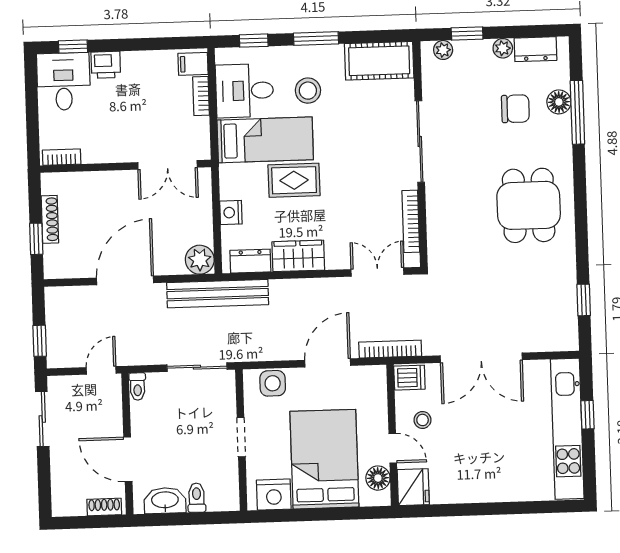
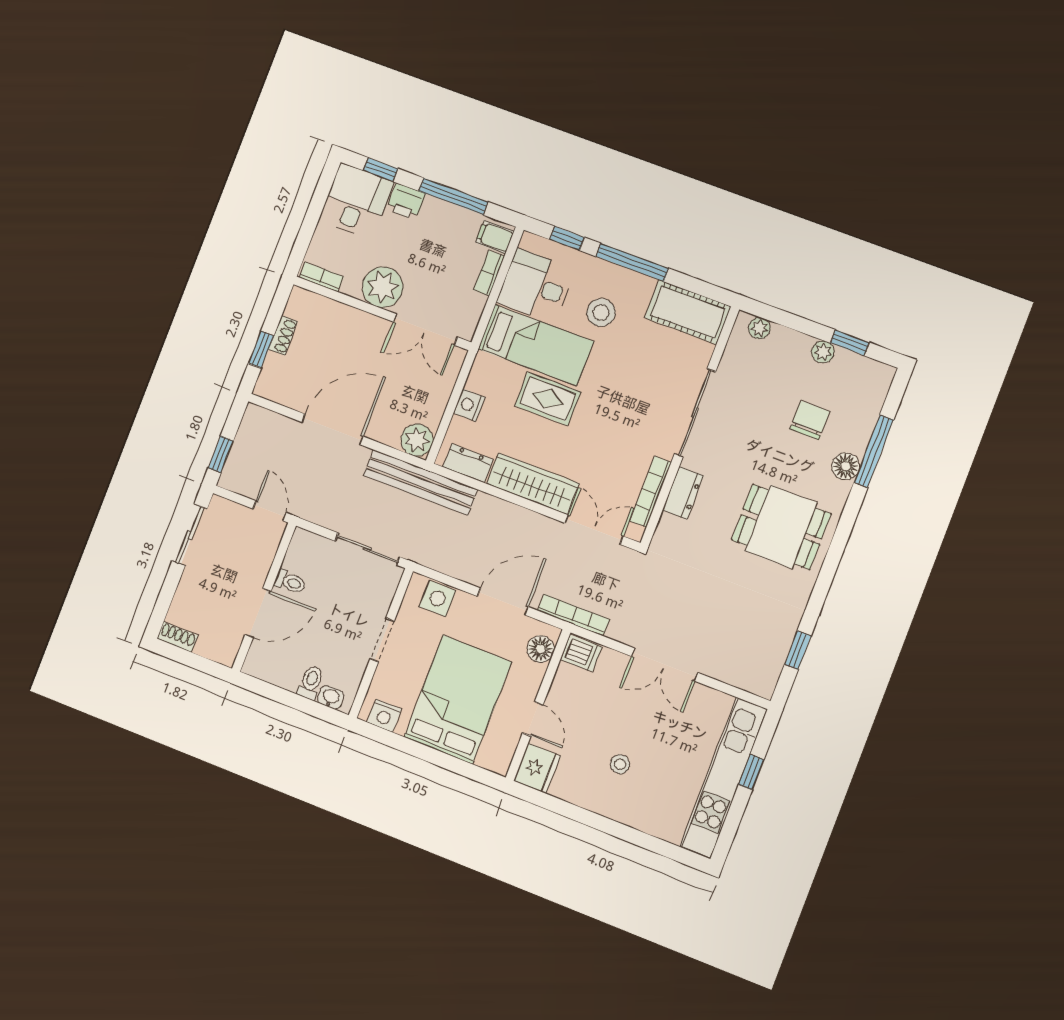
window: (467, 33) -> (850, 343), moved
window: (316, 38) -> (632, 262), width x1.44
window: (144, 44) -> (453, 196), added
dresser: (536, 49) -> (683, 493), moved, turned -90
floor lamp: (559, 102) -> (846, 466), moved
chair: (515, 109) -> (810, 420), turned -90
plant: (117, 144) -> (383, 287), added
dining table: (529, 205) -> (781, 527), turned 90
shoe rack: (50, 219) -> (283, 335), width x0.70
wardrobe: (298, 256) -> (533, 484), width x1.50
double door: (481, 358) -> (665, 664), width x0.73
door: (101, 370) -> (270, 511), hinge flipped
toilet: (137, 386) -> (290, 582), moved, turned -90
stool: (423, 420) -> (620, 764), moved
door: (128, 459) -> (258, 613), swing flipped
floor lamp: (378, 478) -> (541, 649), moved
nightstand: (274, 495) -> (384, 716), width x0.74, depth x0.75
washbasin: (165, 501) -> (331, 697), moved, width x0.52, depth x0.69
shoe rack: (104, 507) -> (177, 637), moved

